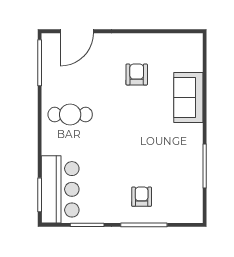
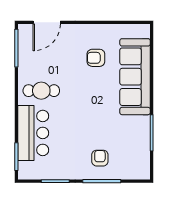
armchair: (137, 75) -> (96, 58), turned -90
sofa: (188, 97) -> (135, 77), width x1.85, depth x1.27
bar counter: (60, 189) -> (33, 133), moved

